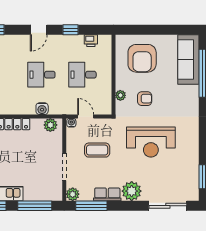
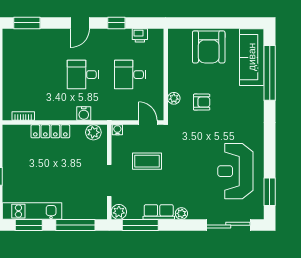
armchair: (142, 58) -> (209, 47), moved
door: (86, 116) -> (148, 123), moved
reception desk: (151, 142) -> (235, 171), moved, turned 90
plant: (132, 191) -> (181, 213), width x0.53, depth x0.53

